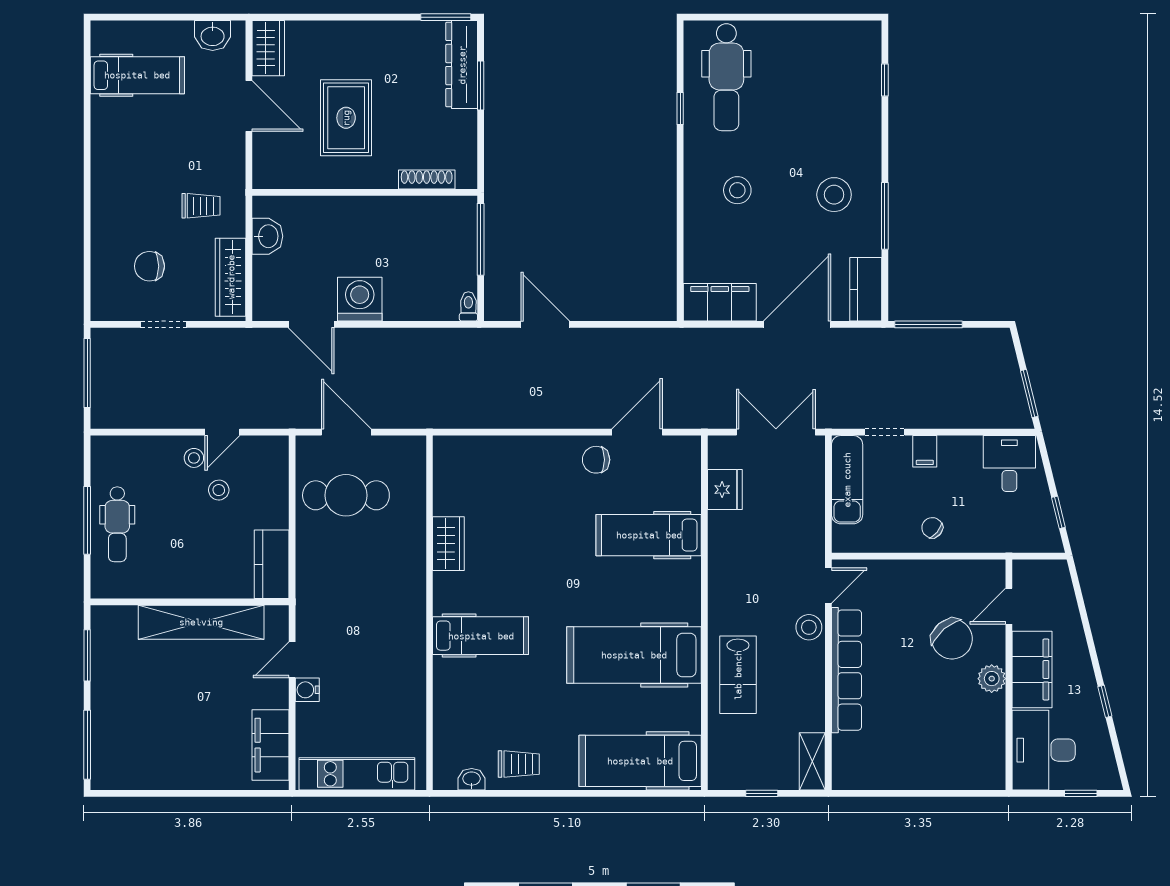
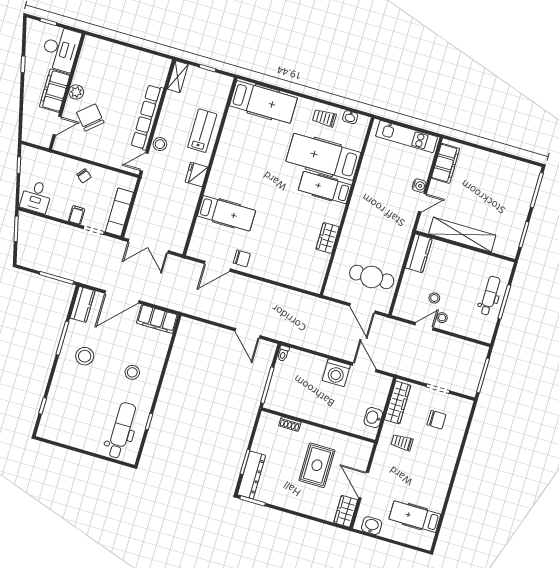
shoe rack: (427, 180) -> (290, 424), width x0.70
fridge: (725, 490) -> (196, 175), moved
hospital bed: (634, 655) -> (323, 157), moved, turned 180

